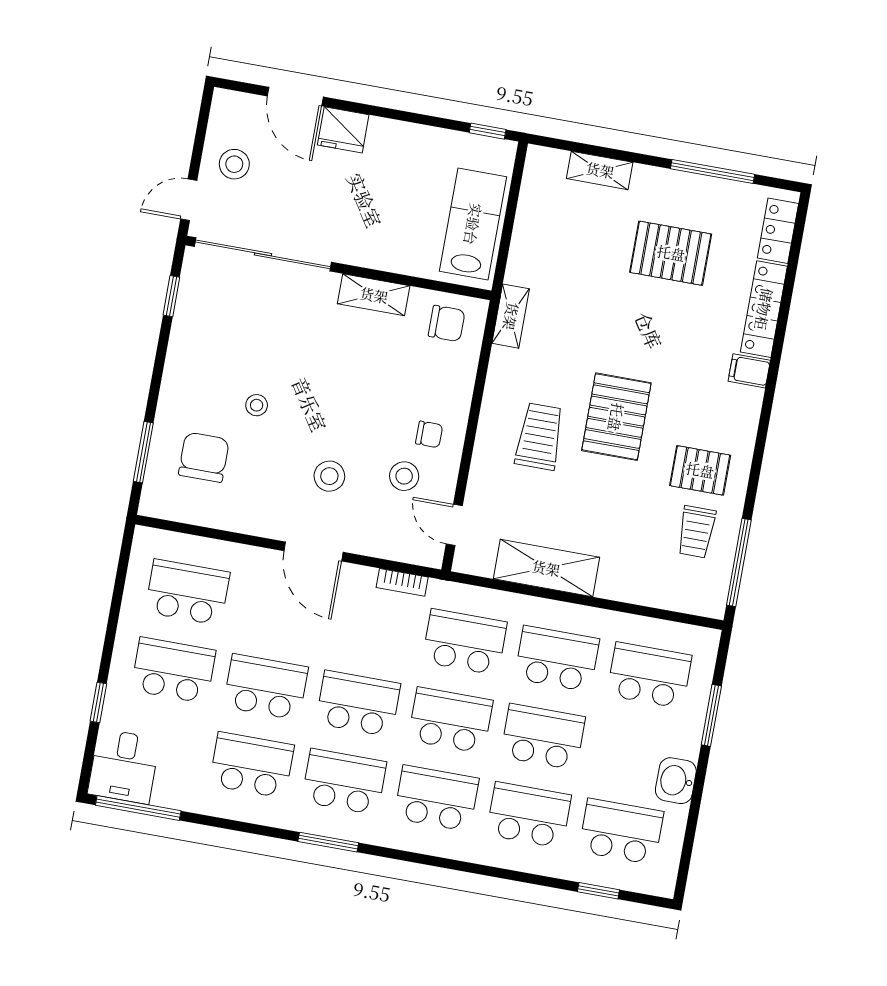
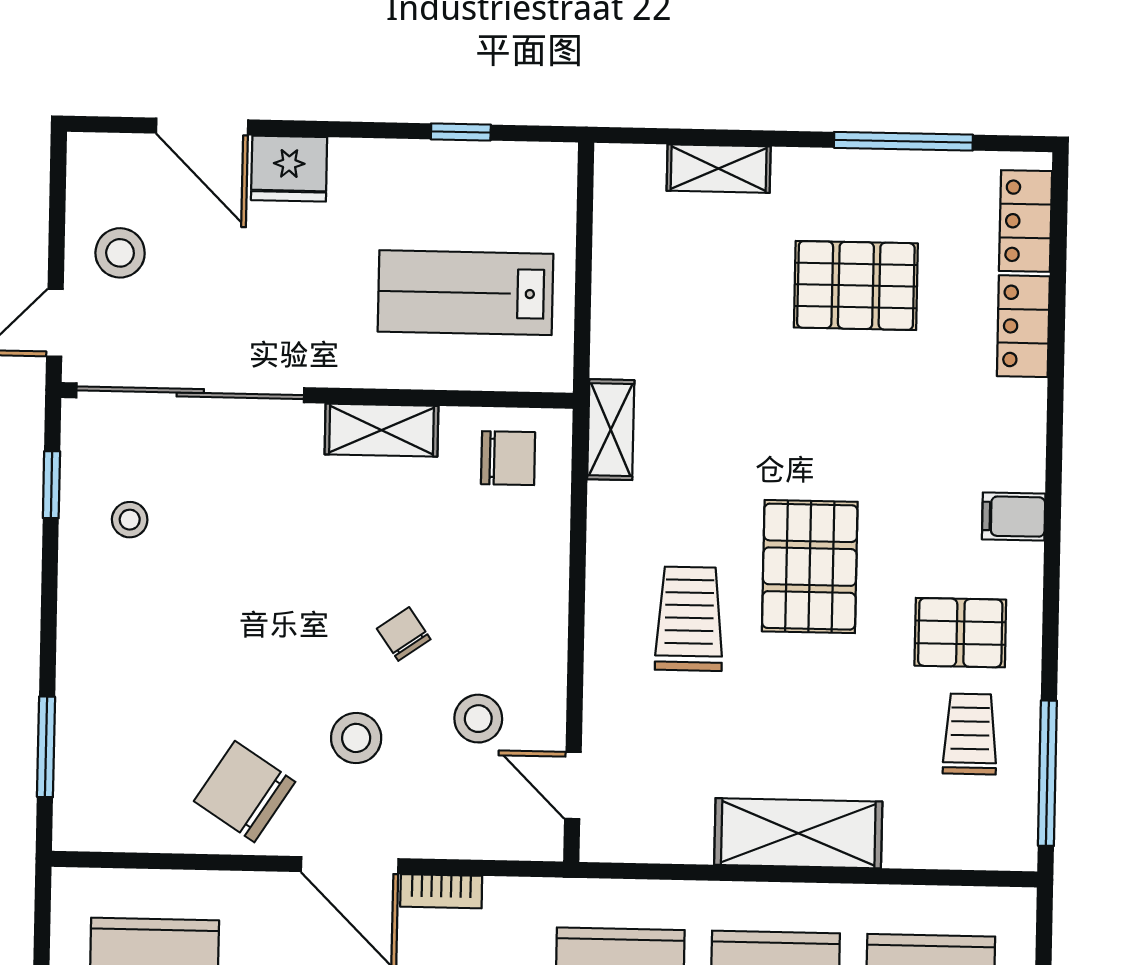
window: (488, 131) -> (461, 132), moved
lab bench: (473, 224) -> (465, 293), moved, turned -90
locker: (764, 309) -> (1023, 326), width x0.66
filing cabinet: (749, 371) -> (1014, 516), moved
stool: (257, 405) -> (130, 520), moved
chair: (429, 434) -> (404, 634), moved, turned -125
chair: (204, 457) -> (245, 792), moved, turned -57
trolley: (696, 532) -> (970, 734), turned 180
shelving: (546, 568) -> (798, 833), moved
bookcase: (402, 582) -> (441, 891), moved

